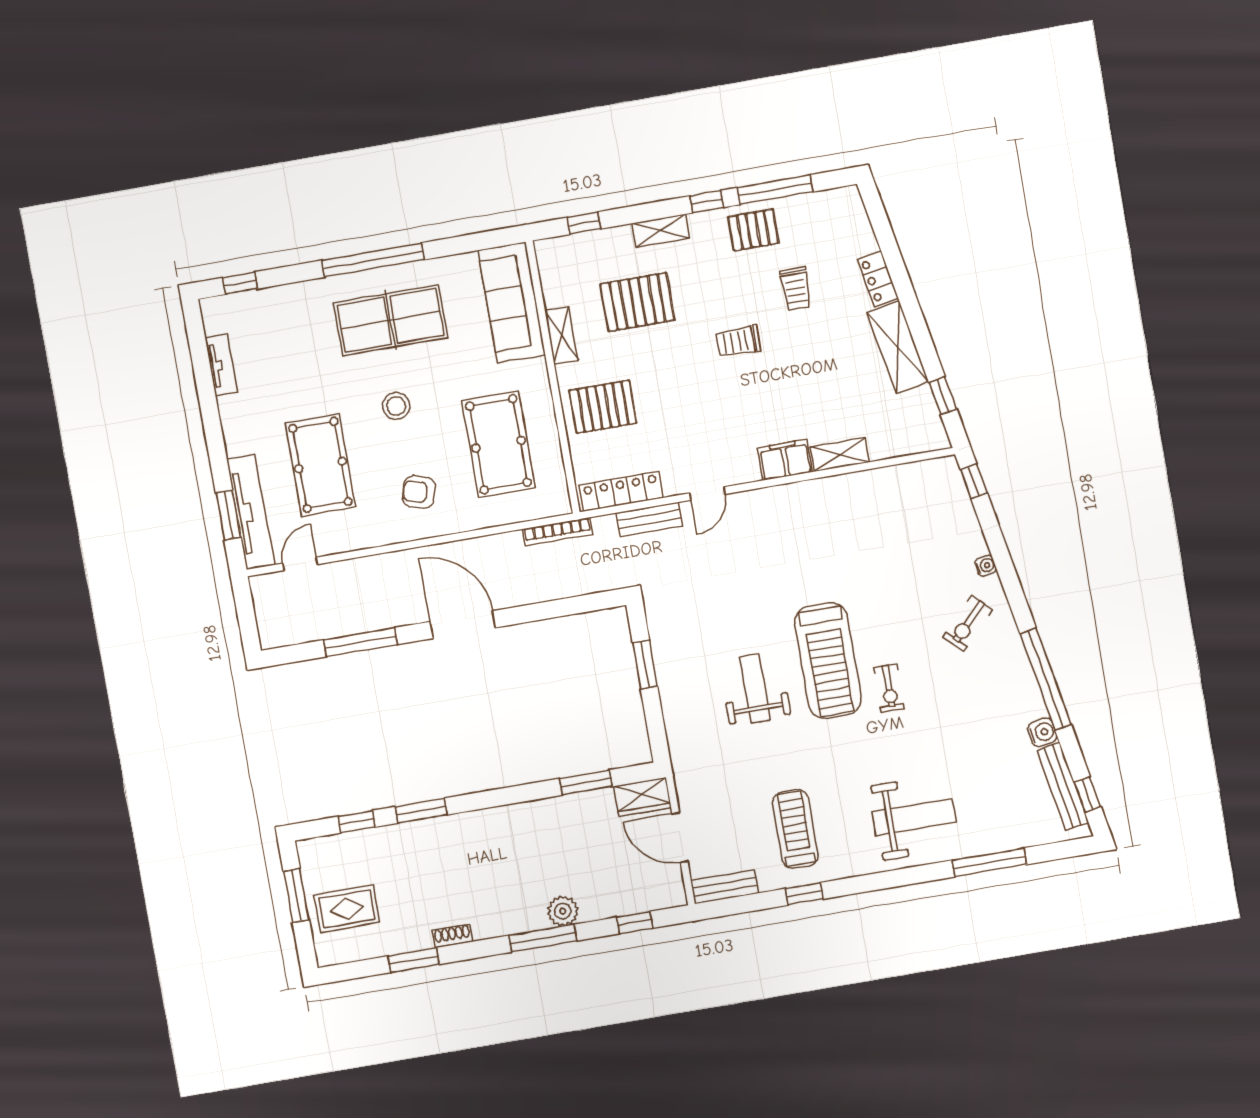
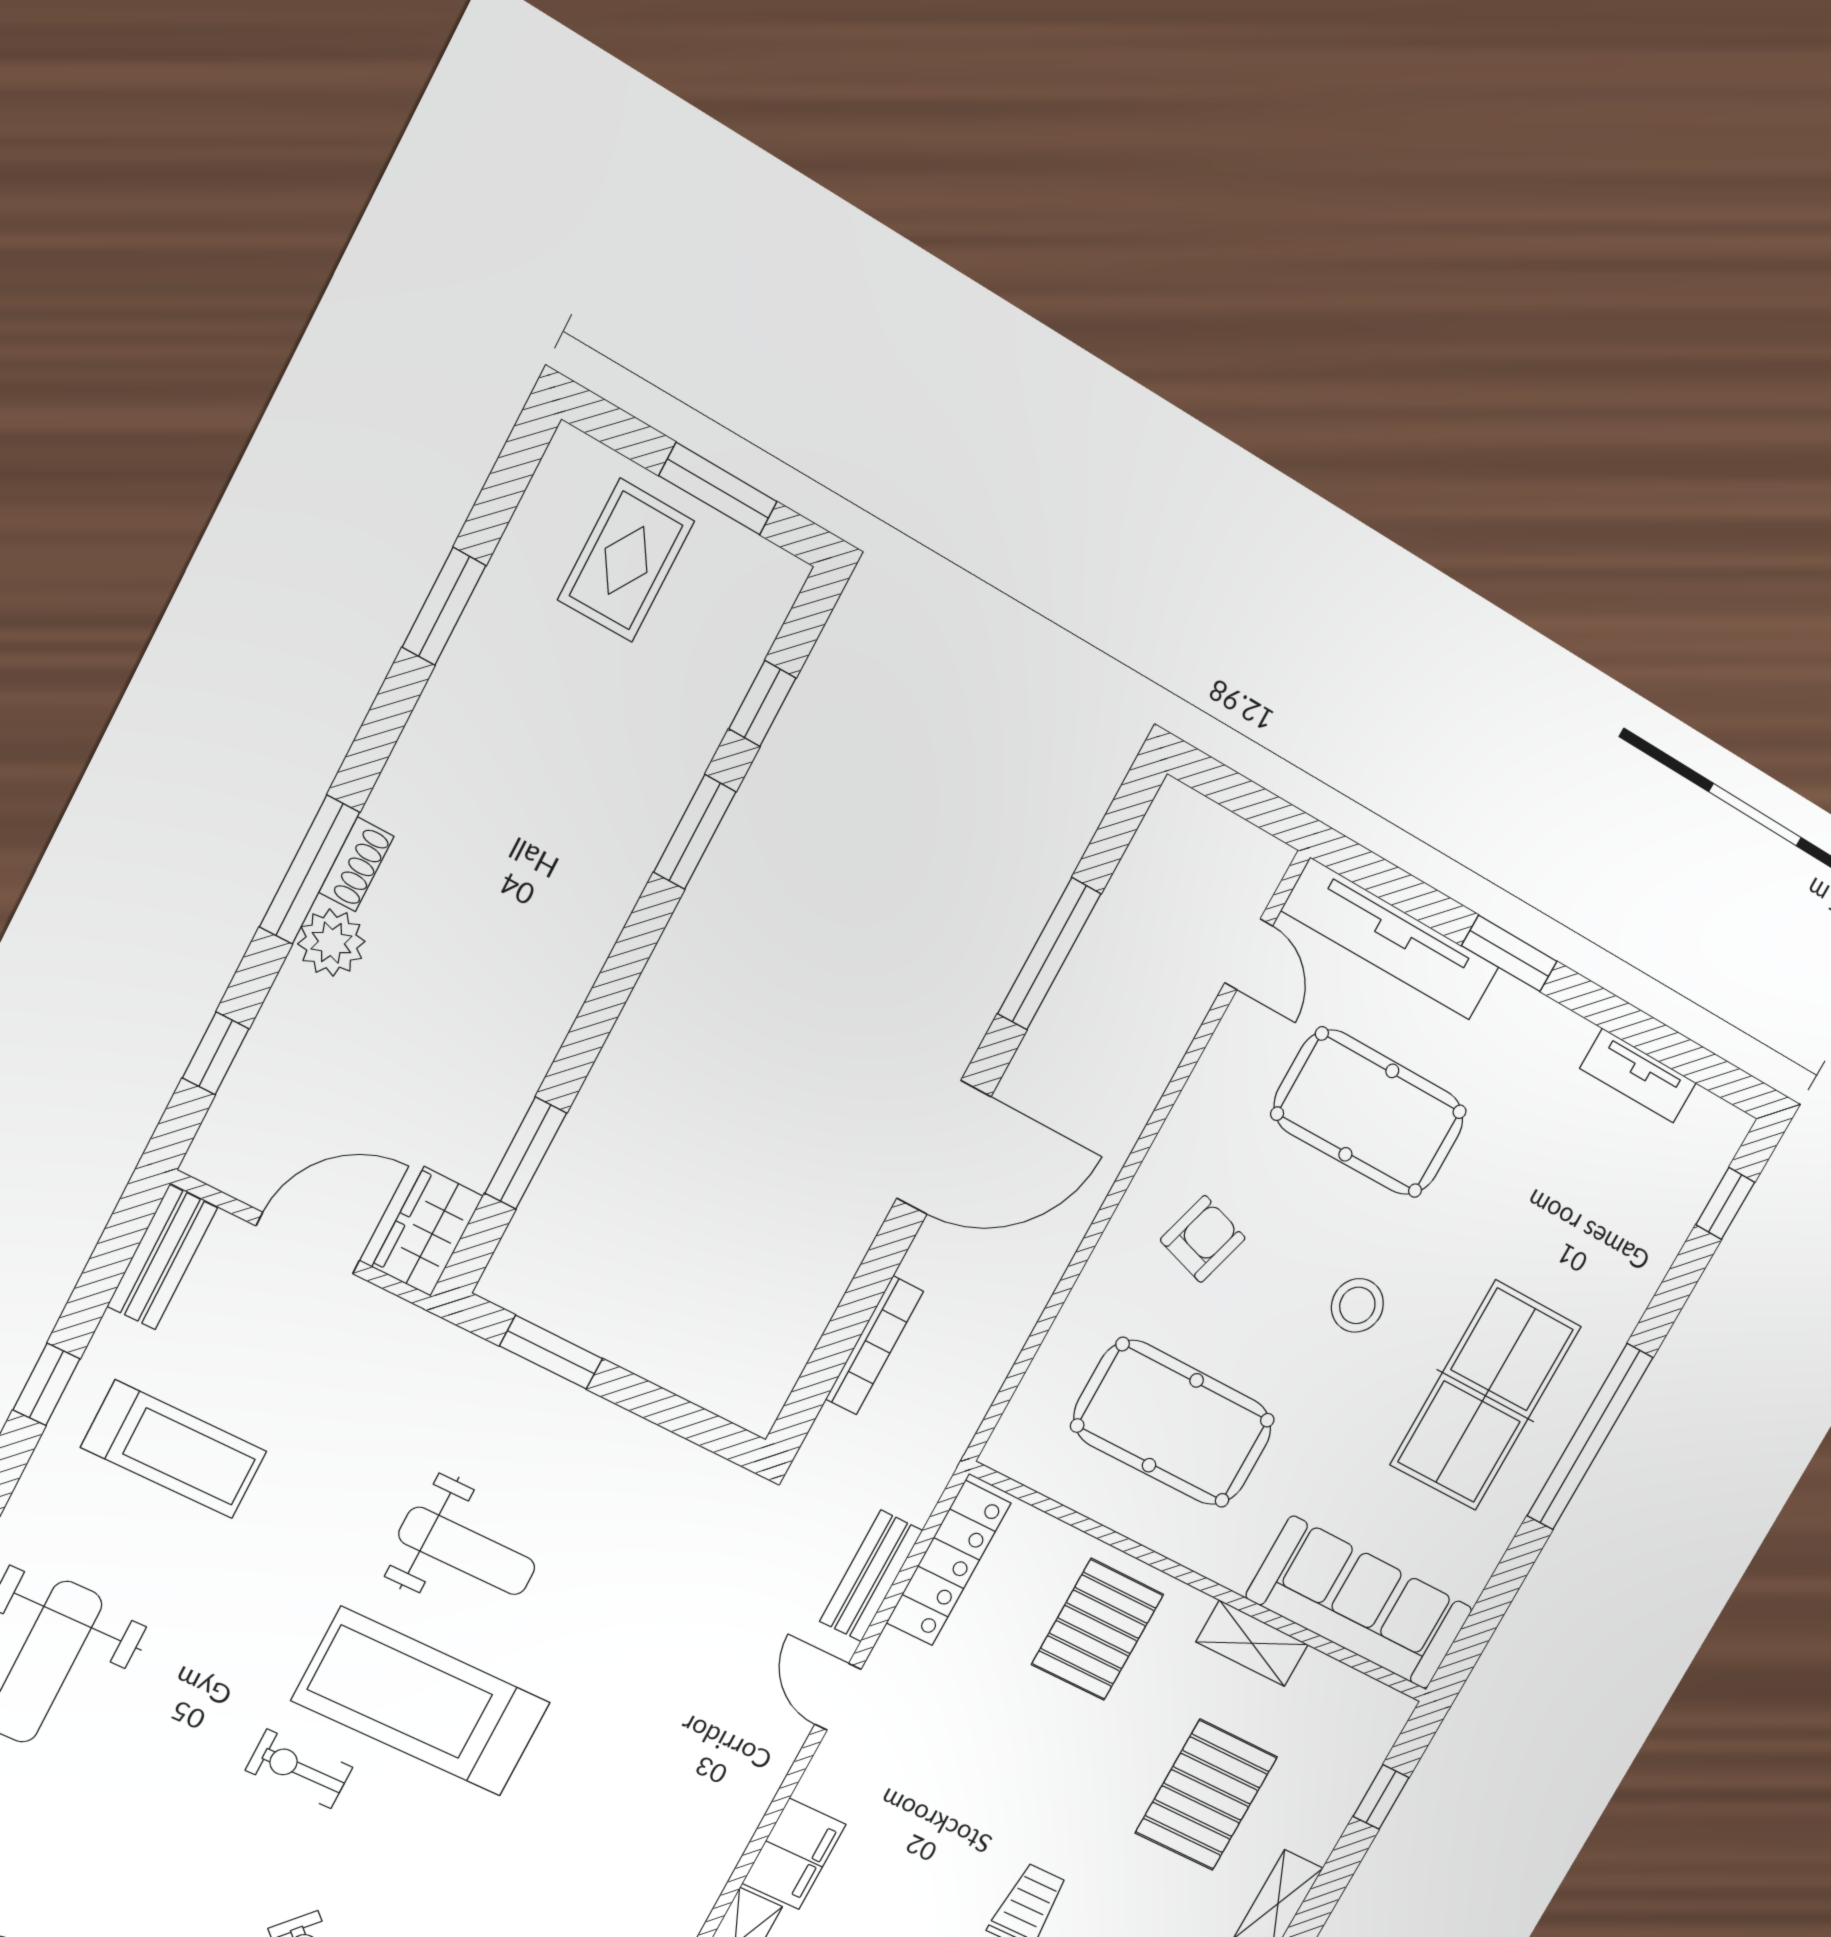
window: (228, 515) -> (1509, 953), moved
bookcase: (558, 532) -> (875, 1345), moved, turned 180
window: (645, 665) -> (551, 1352), moved
shoe rack: (452, 936) -> (356, 864), moved

